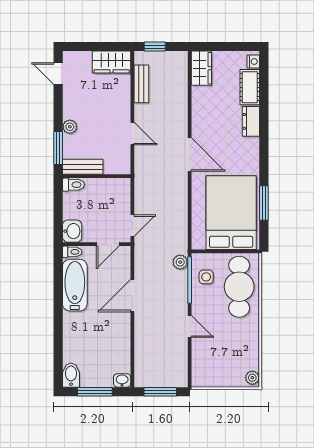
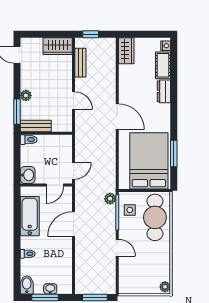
toilet: (72, 252) -> (28, 254), moved
washbasin: (122, 380) -> (50, 289), moved

